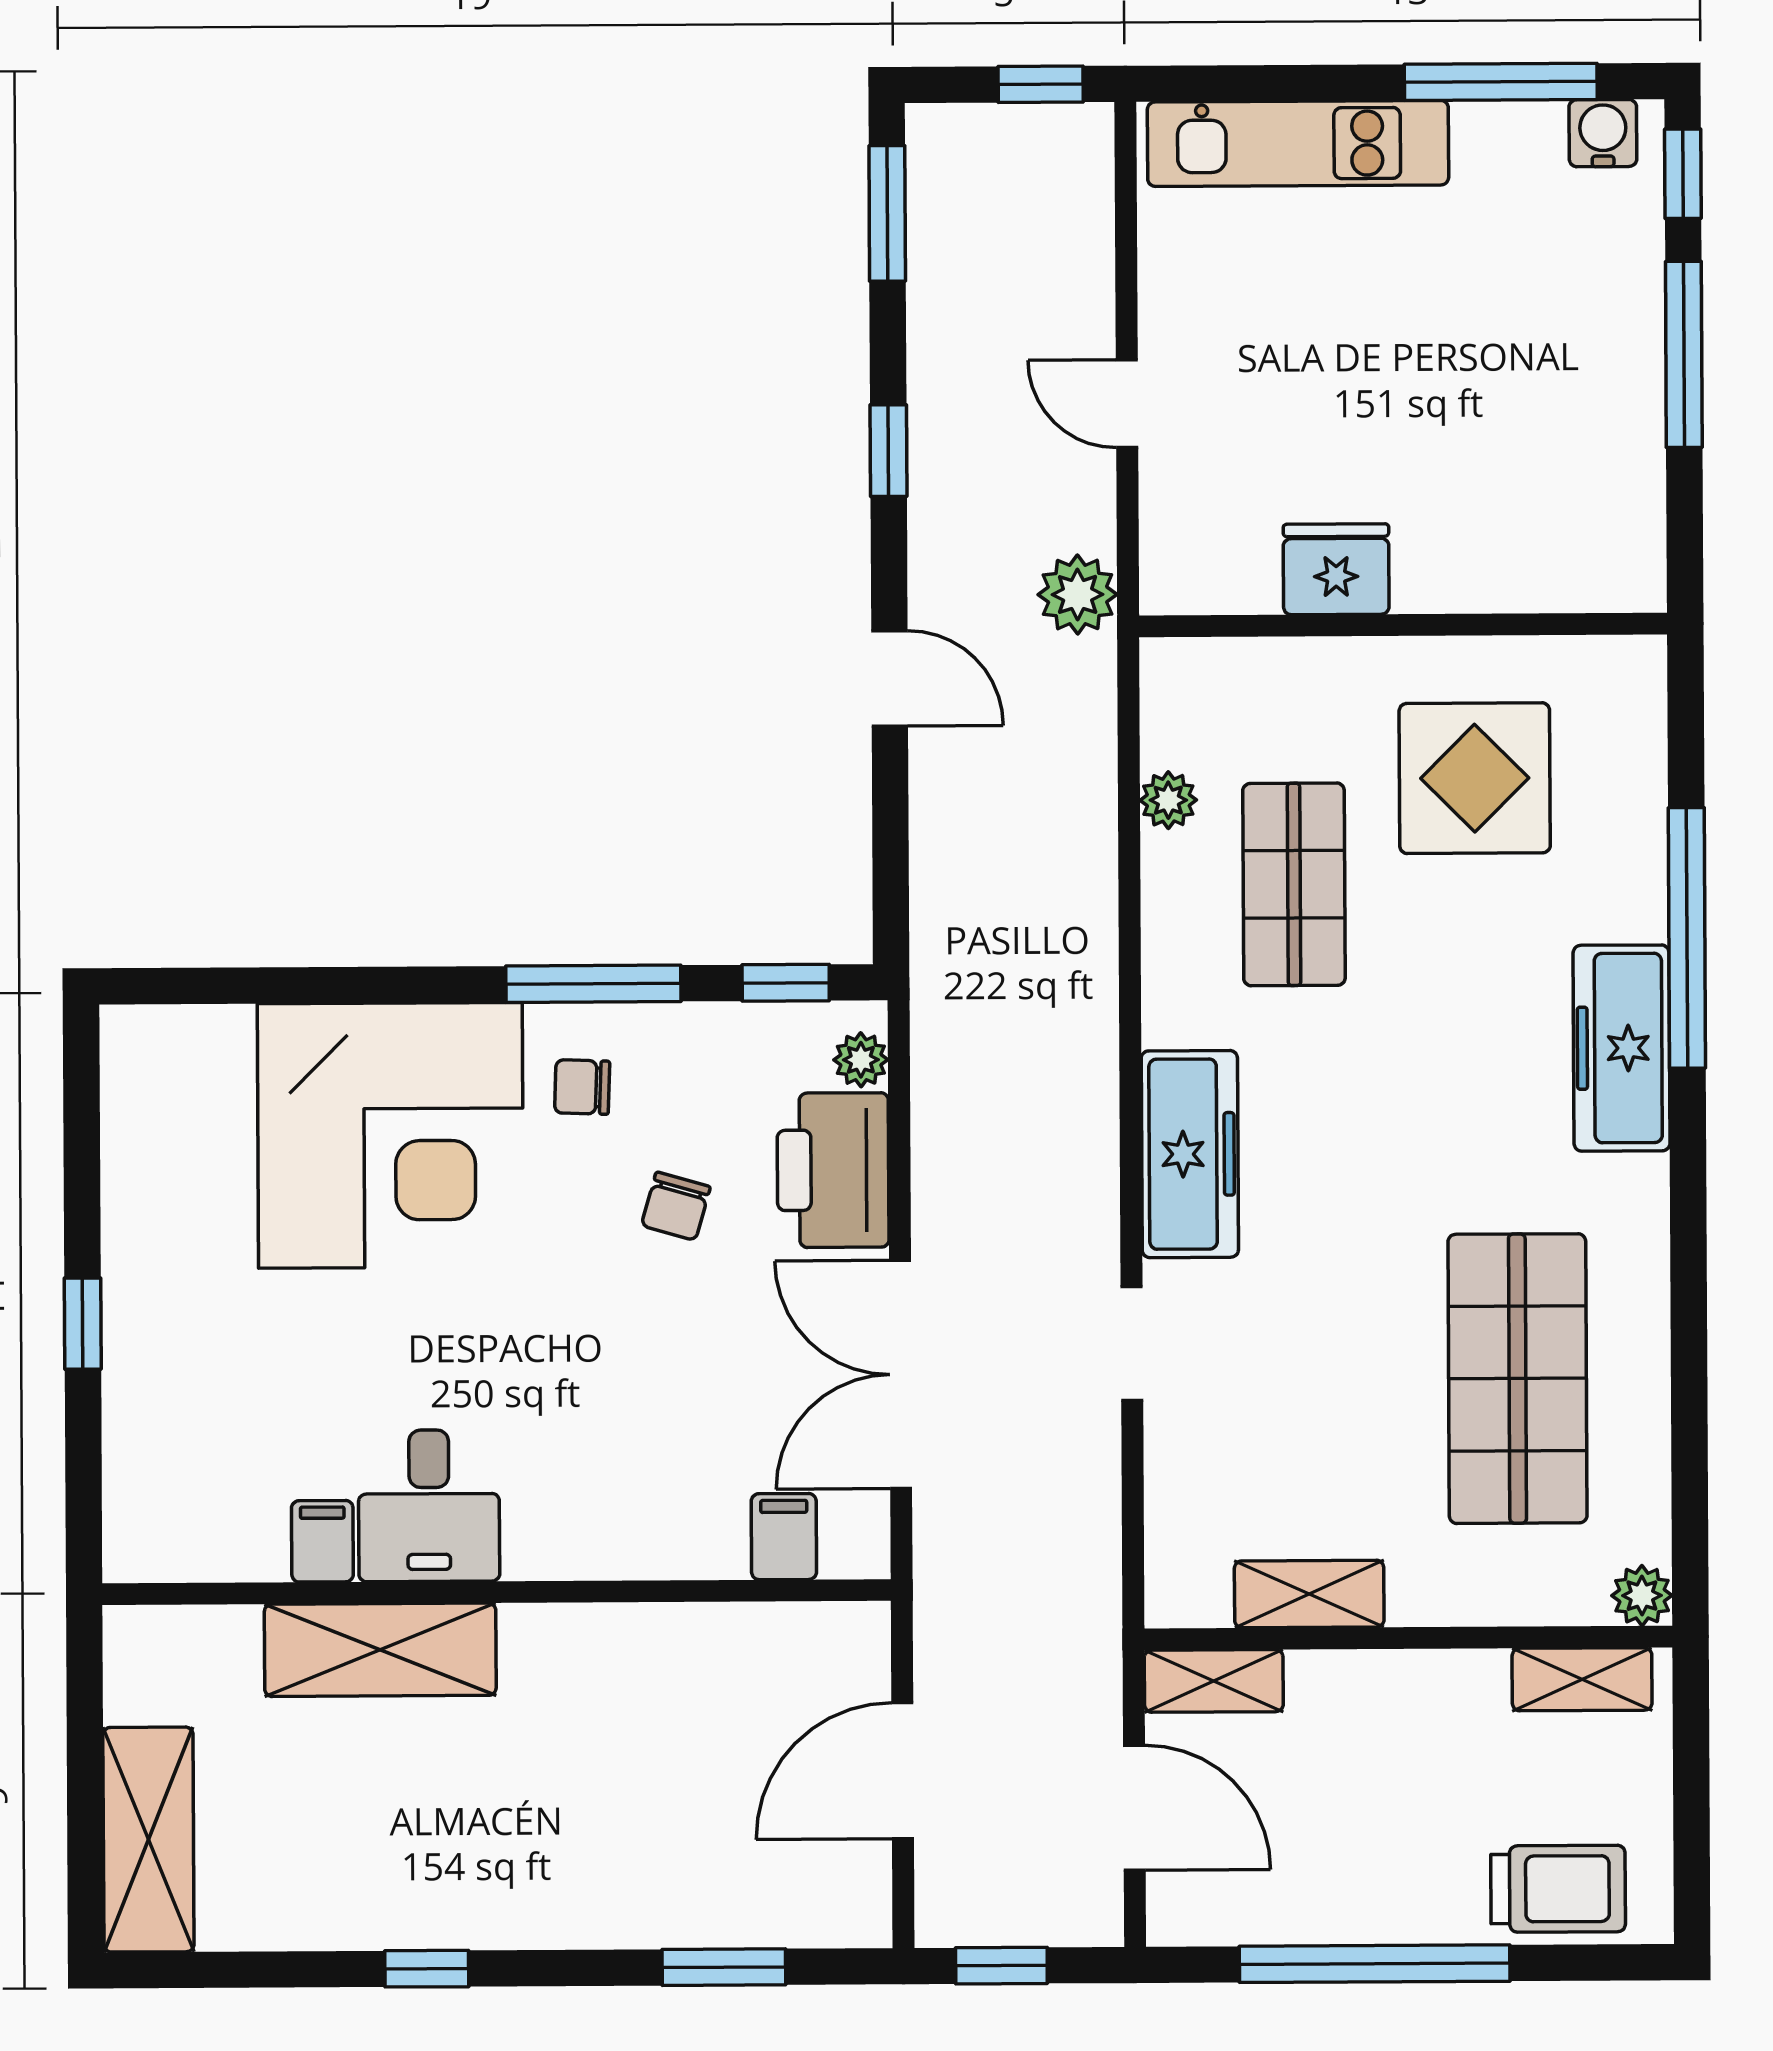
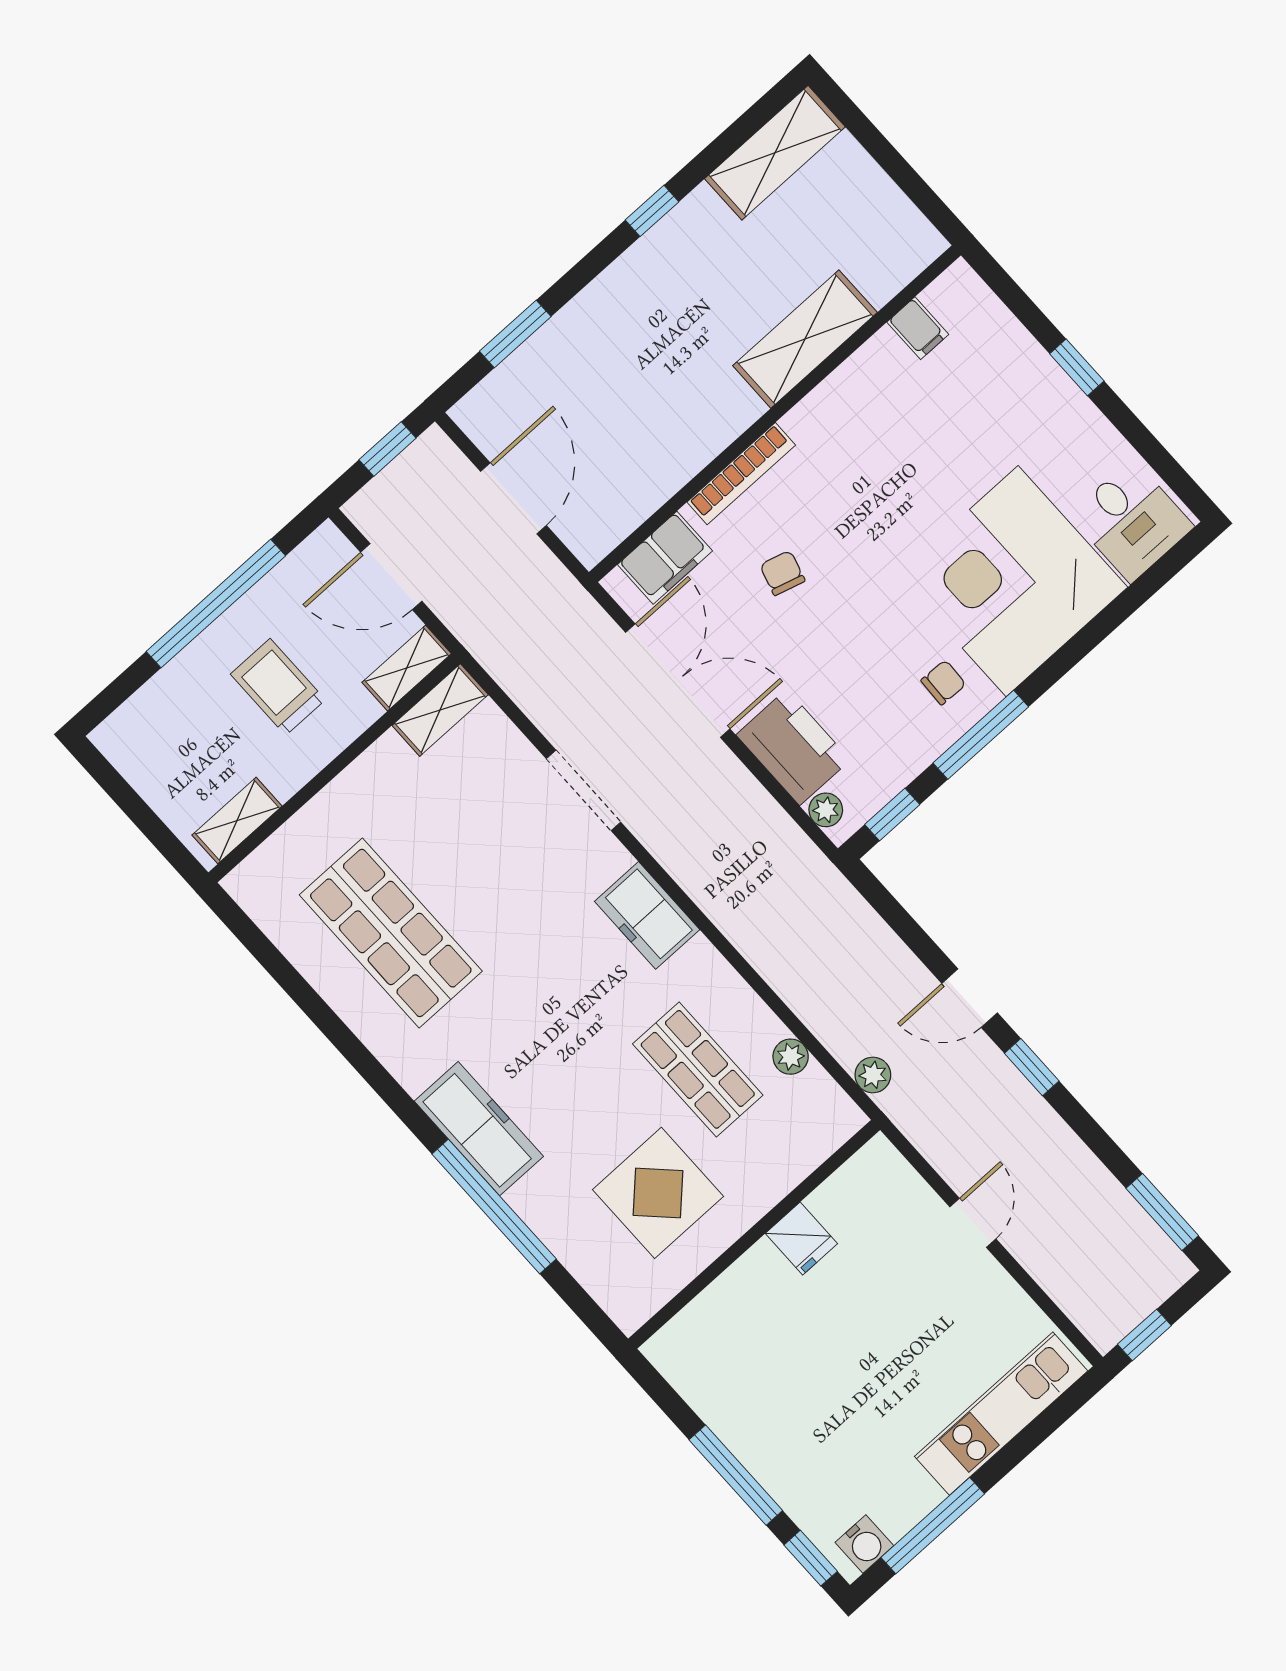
door: (1127, 404) -> (973, 1223), hinge flipped
window: (888, 451) -> (1032, 1067), moved
fridge: (1336, 569) -> (801, 1239), width x0.72
plant: (1078, 594) -> (873, 1075), moved, width x0.73, depth x0.73
freezer: (1190, 1154) -> (647, 915), width x0.71
chair: (676, 1206) -> (782, 573), moved
doorway: (1132, 1344) -> (583, 790), width x1.38
desk: (429, 1506) -> (1132, 521), moved, turned 180
filing cabinet: (784, 1537) -> (665, 558), width x2.00
filing cabinet: (322, 1541) -> (918, 328), moved
bookcase: (601, 1556) -> (741, 474), added
shelving: (1309, 1594) -> (440, 710), moved
plant: (1642, 1596) -> (244, 884), removed
shelving: (148, 1840) -> (775, 153), moved, turned 90
trolley: (1558, 1889) -> (278, 687), moved, turned 90

